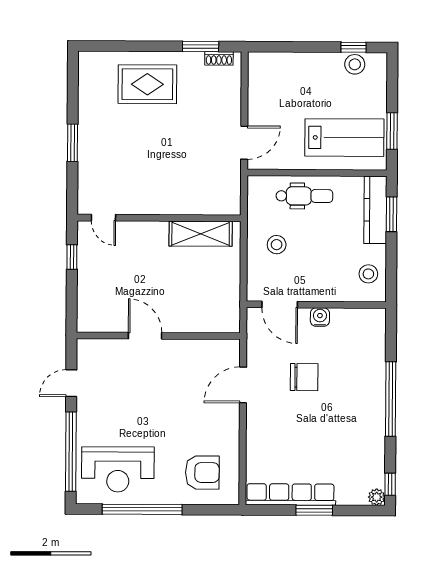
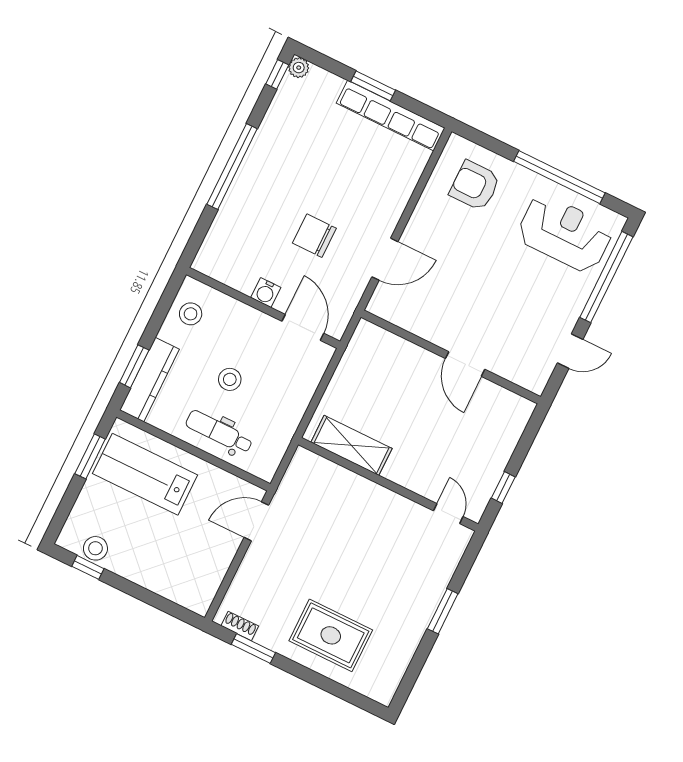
stool: (277, 245) -> (230, 379), moved

